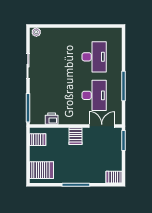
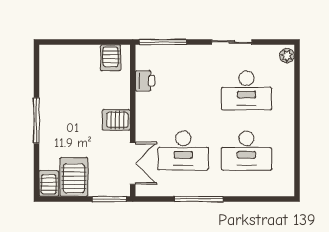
desk: (57, 57) -> (247, 90), added
server rack: (41, 170) -> (74, 177), moved, turned 180

